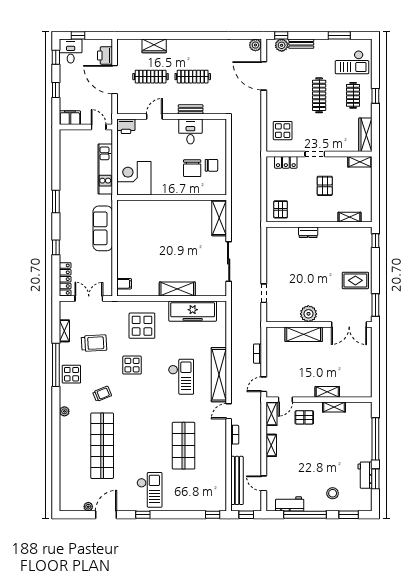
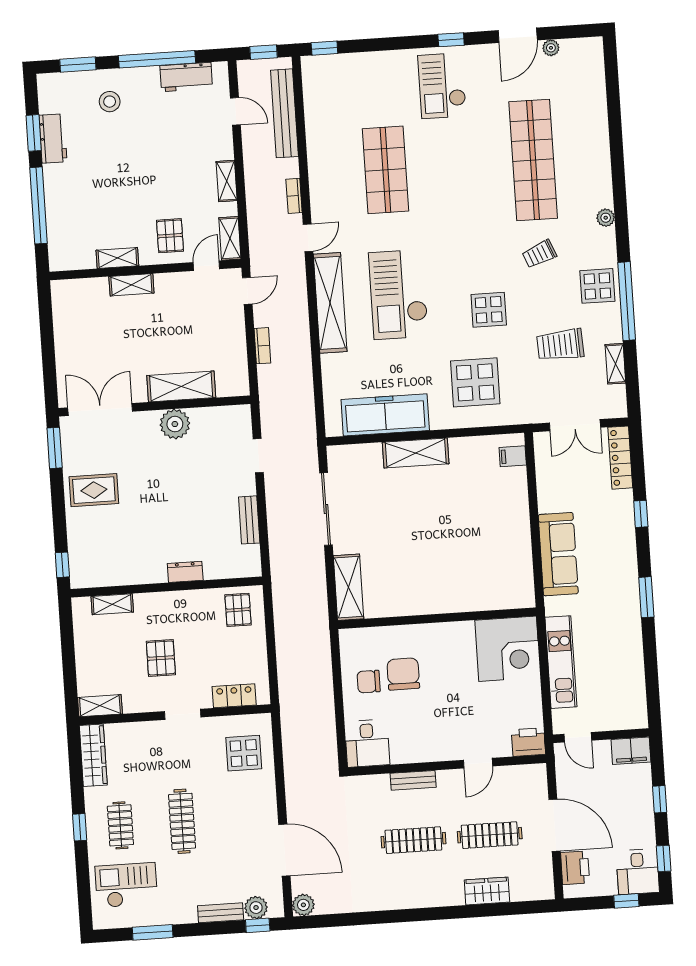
desk: (190, 131) -> (367, 743), moved
bench: (271, 258) -> (249, 520), added
checkout: (181, 377) -> (398, 294), width x1.36, depth x1.21
pallet: (304, 417) -> (170, 236), turned 90

